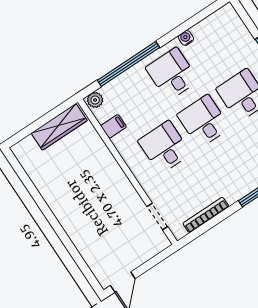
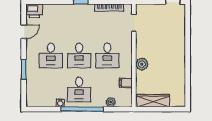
window: (128, 64) -> (82, 109), moved
plant: (95, 100) -> (111, 102), moved
plant: (108, 167) -> (142, 64), added

